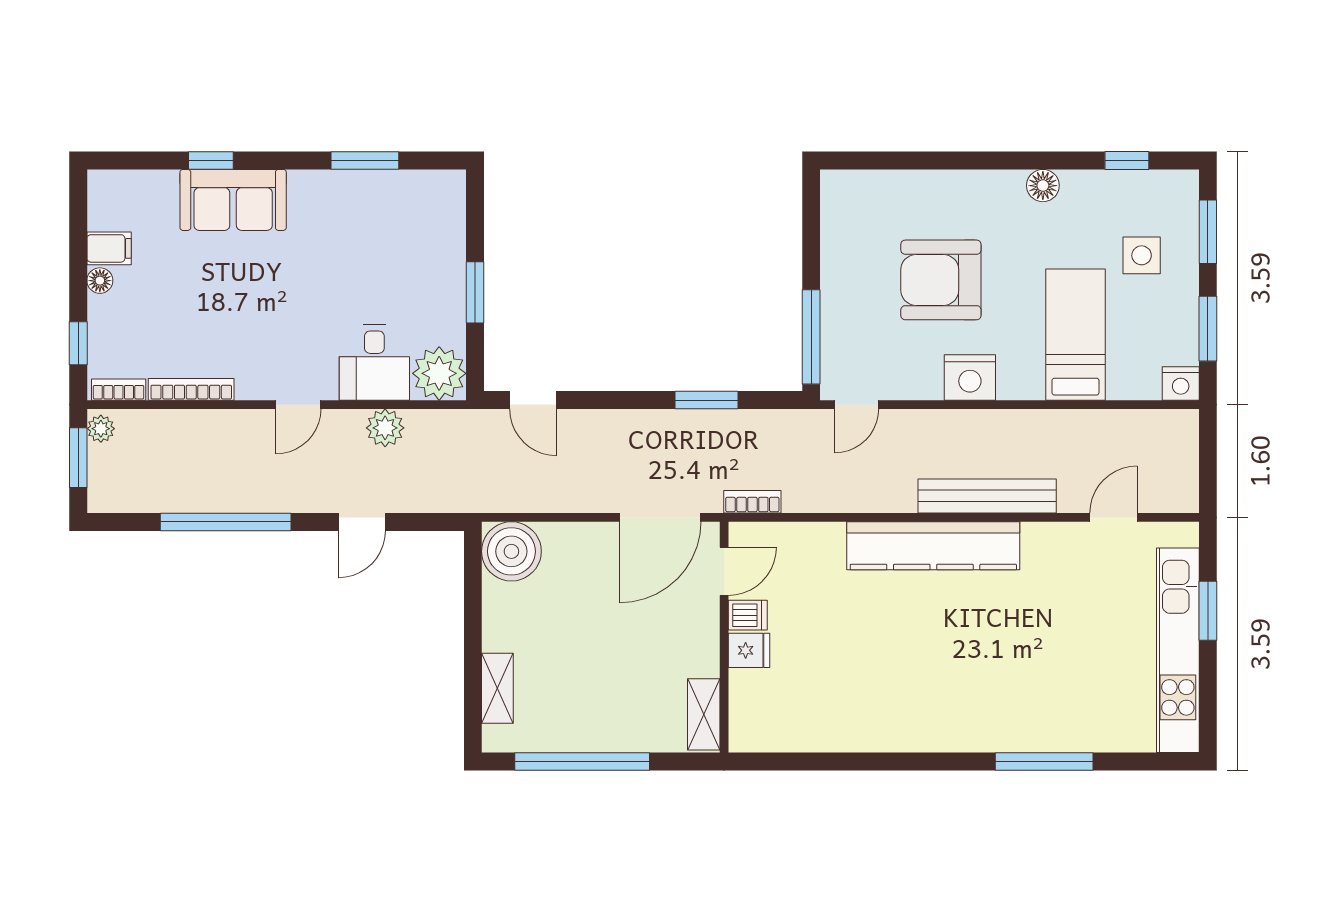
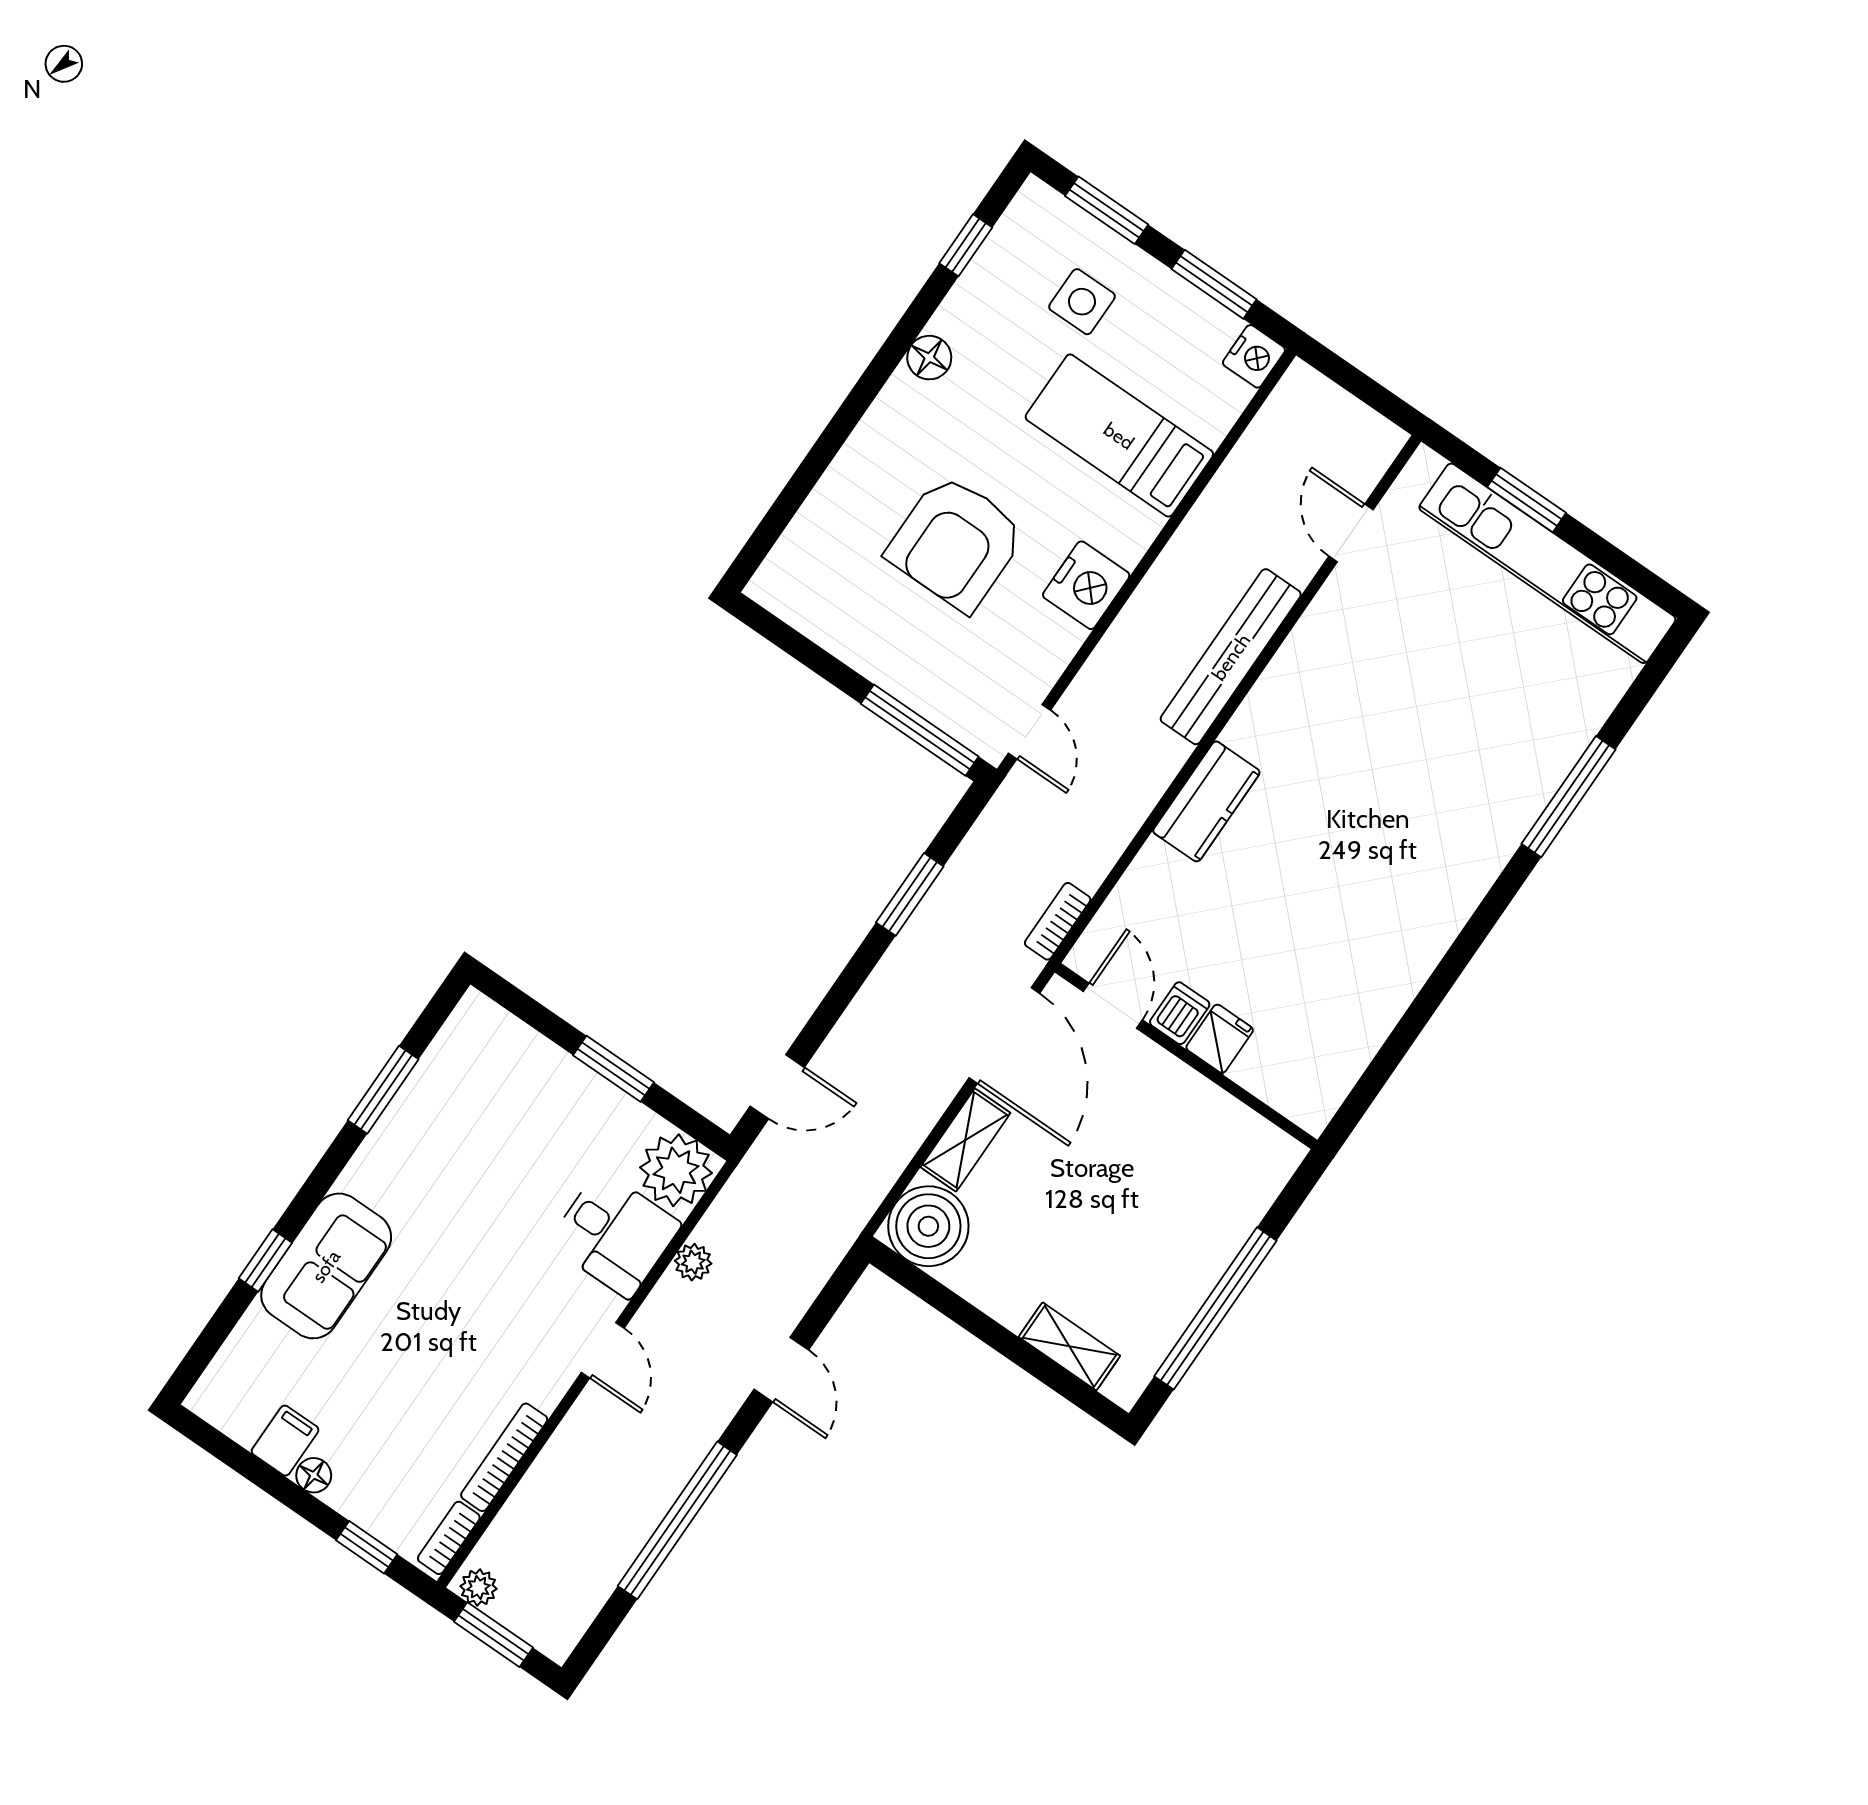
plant: (385, 428) -> (693, 1262), width x0.73, depth x0.73
kitchen counter: (933, 546) -> (1207, 802), width x0.48, depth x0.86
shelving: (704, 714) -> (965, 1140), moved, turned 90

